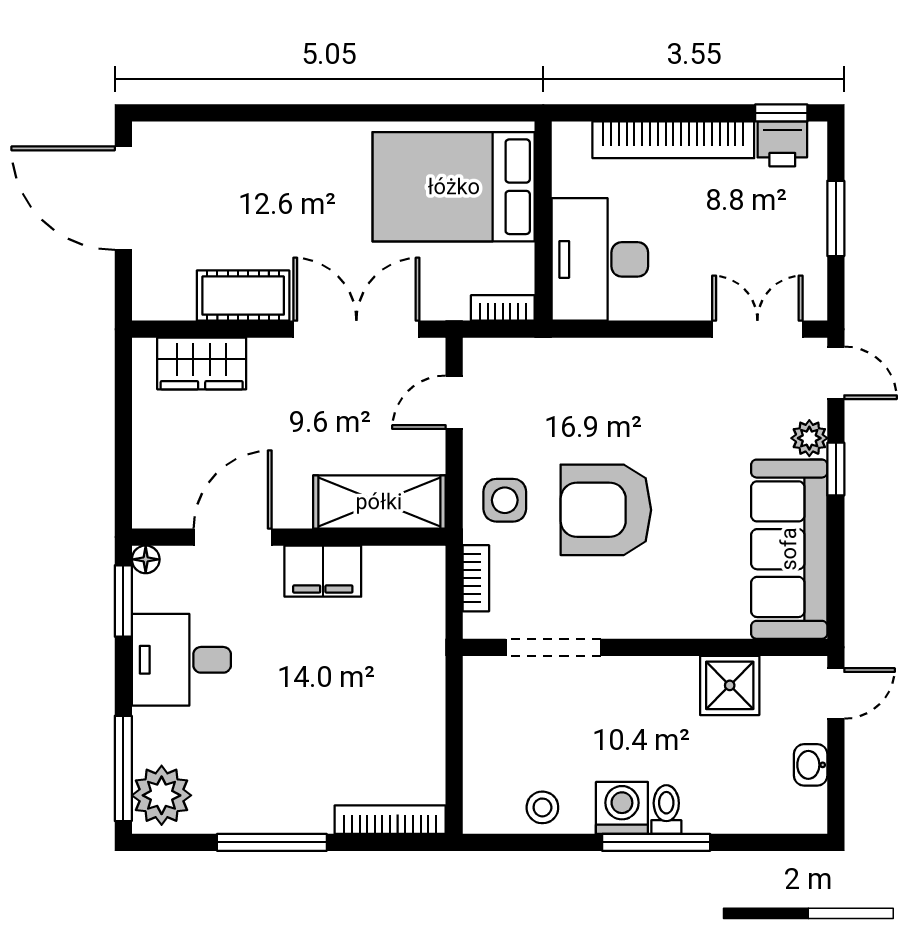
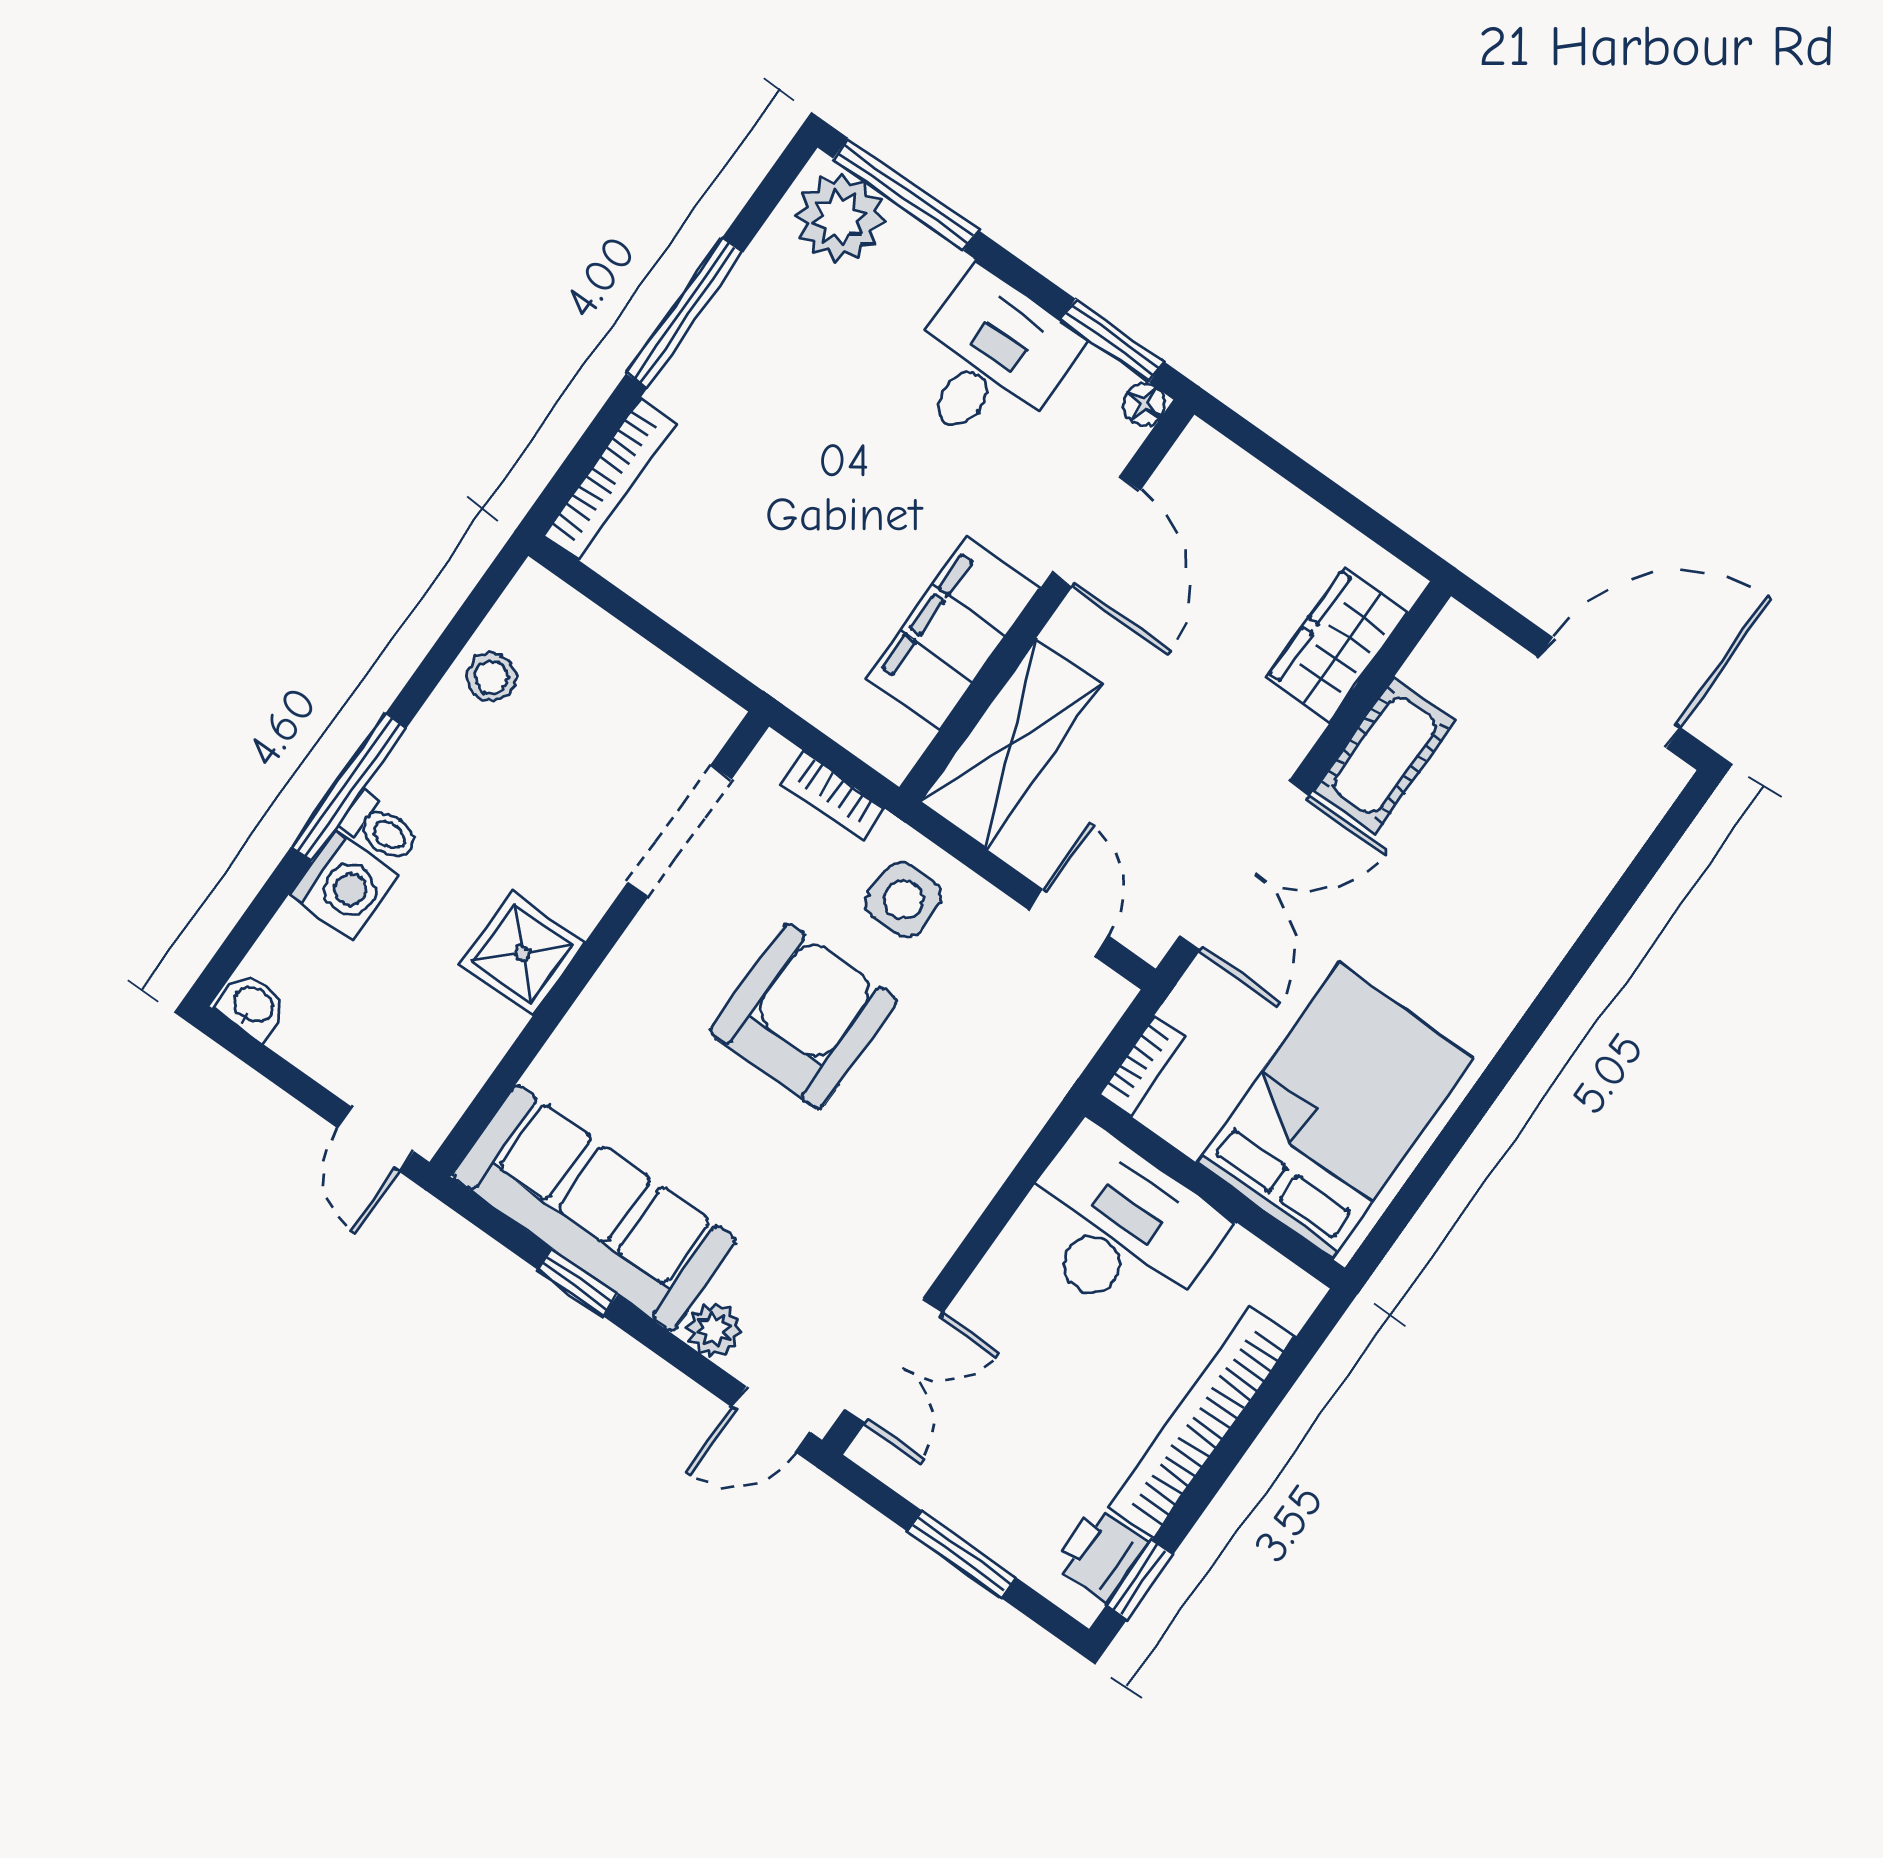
window: (836, 469) -> (577, 1282), moved
filing cabinet: (323, 571) -> (953, 633), width x1.50, depth x1.17
shower: (730, 685) -> (522, 953), moved
washbasin: (811, 765) -> (253, 1006), moved
washing machine: (622, 808) -> (344, 885), moved

